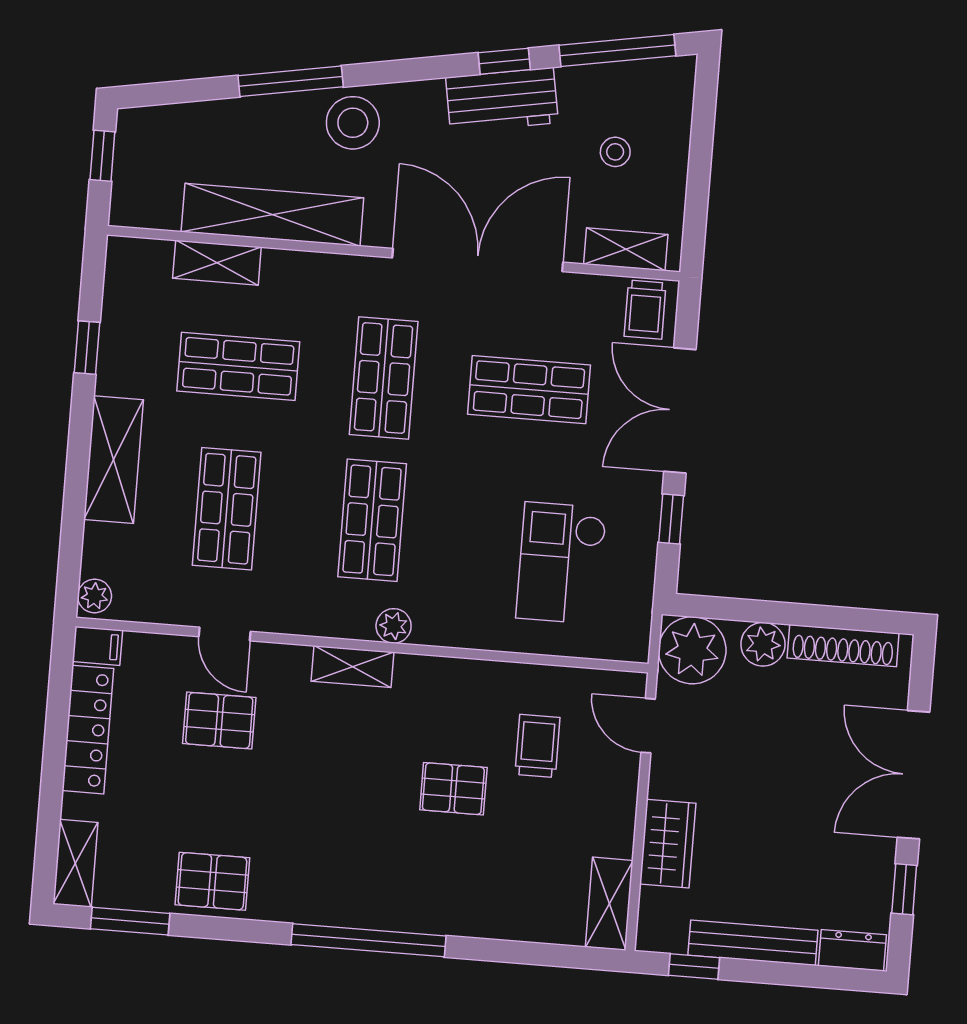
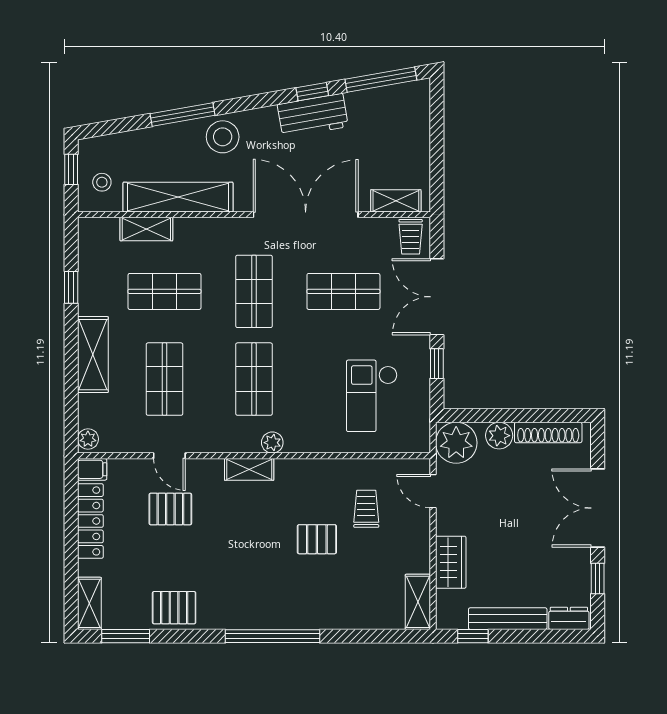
stool: (615, 152) -> (102, 182), moved

